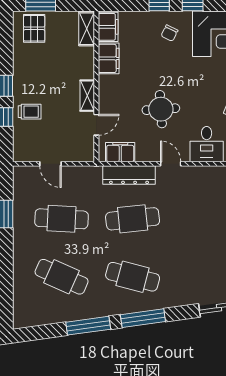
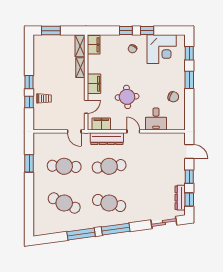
pallet: (34, 28) -> (47, 46), removed
filing cabinet: (109, 58) -> (94, 84), moved
shelving: (87, 96) -> (80, 68), moved
door: (50, 164) -> (74, 131), moved

